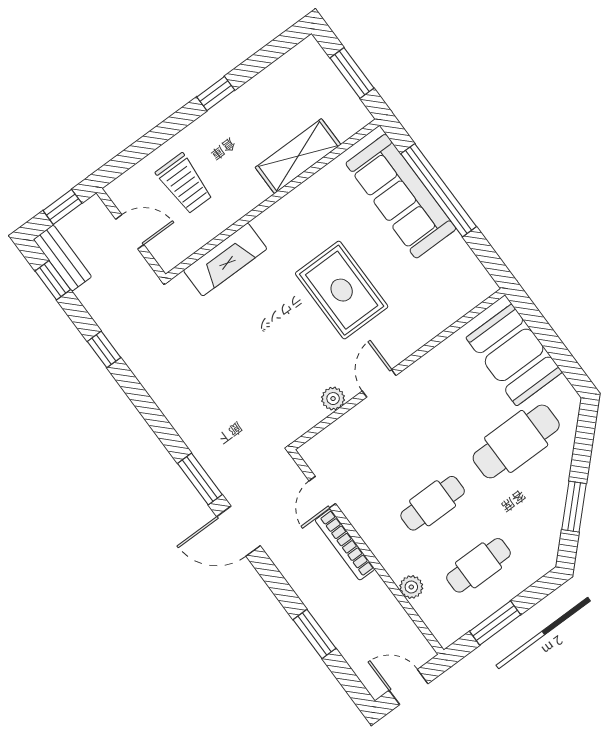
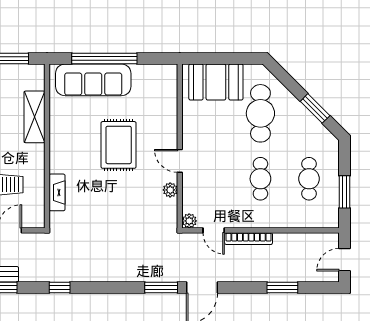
fireplace: (225, 260) -> (57, 192), width x0.73, depth x0.76
rug: (342, 290) -> (119, 145), turned 90
plant: (411, 587) -> (189, 221), moved

